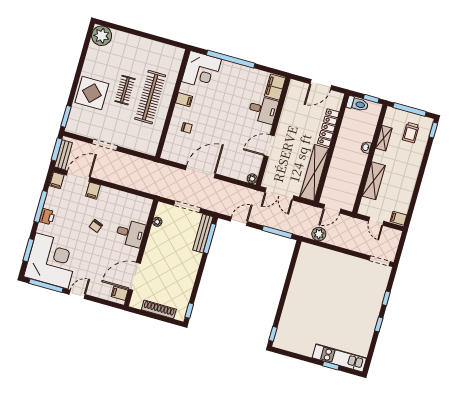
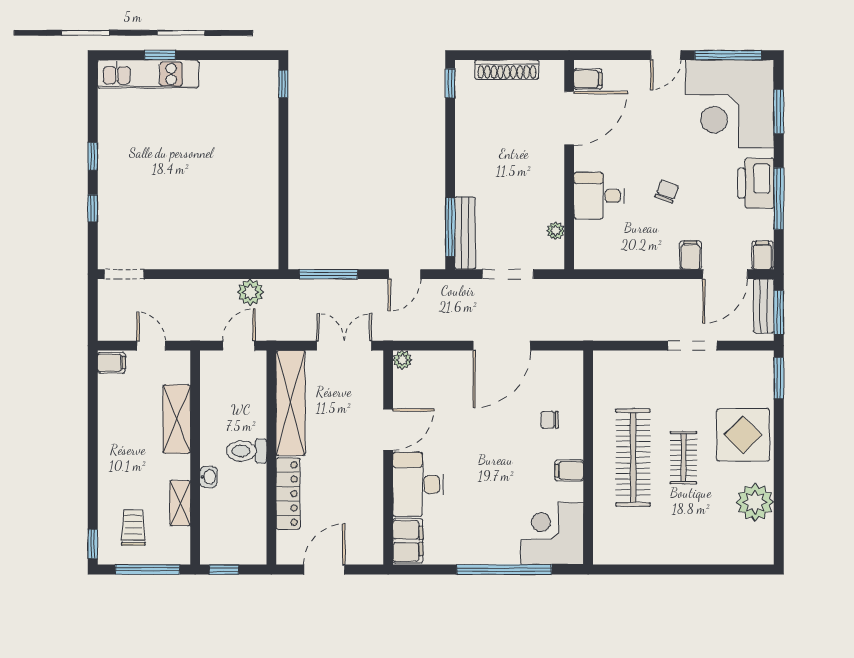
plant: (102, 36) -> (755, 502), moved
toilet: (357, 104) -> (247, 451), moved
desk: (263, 110) -> (418, 484), width x1.37
printer: (47, 217) -> (756, 183), width x1.87, depth x1.48

